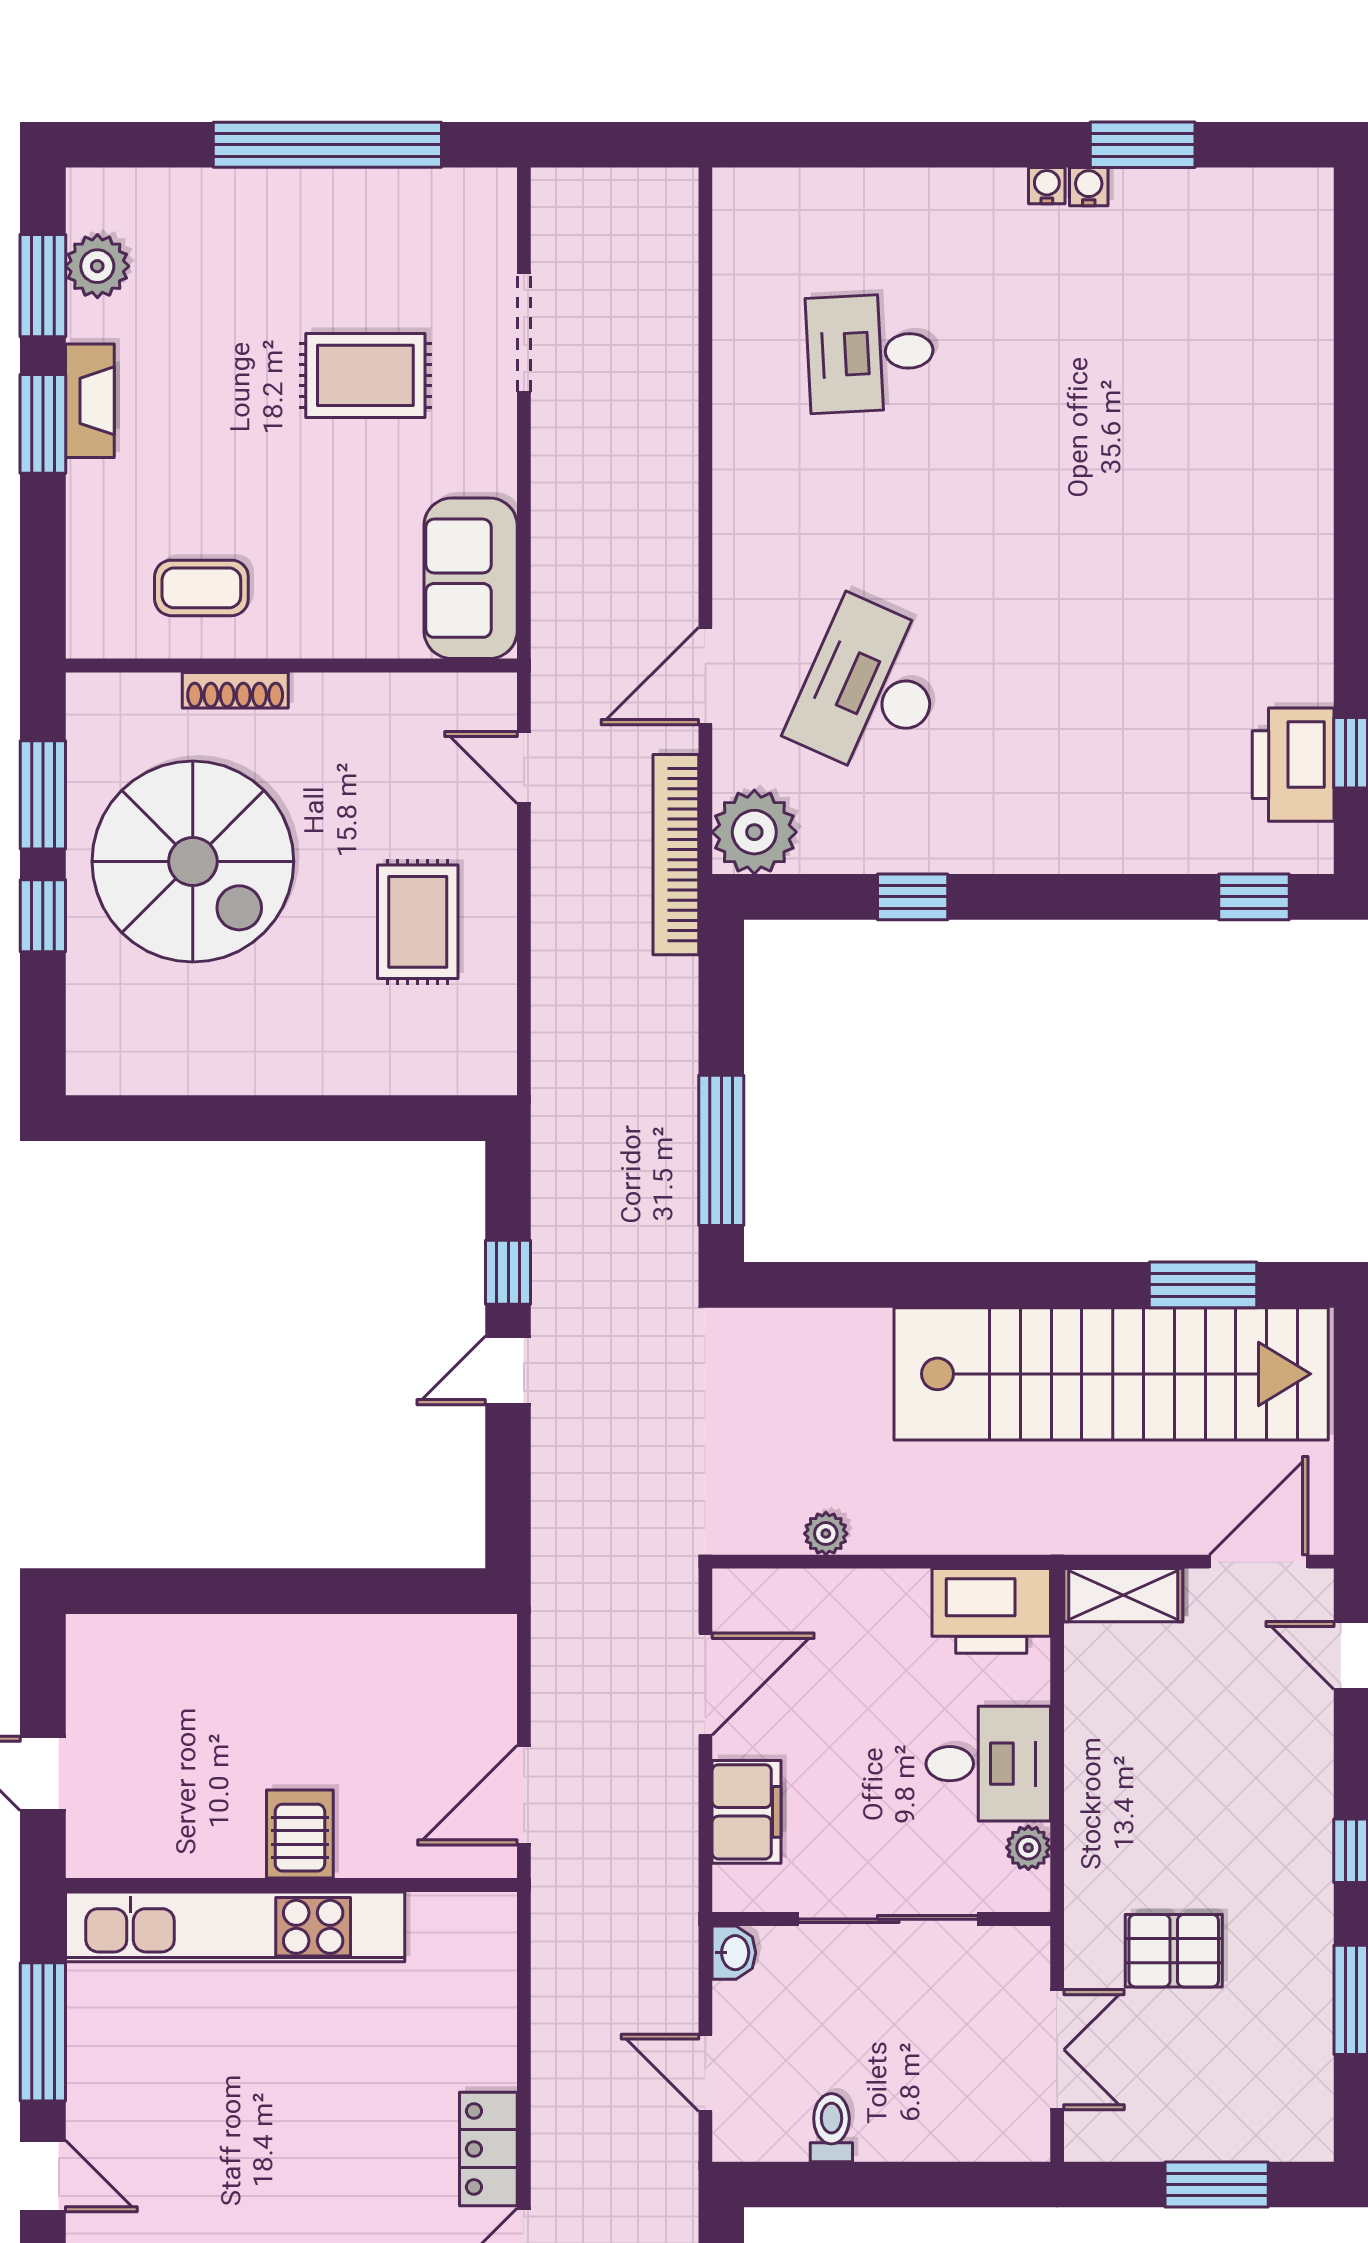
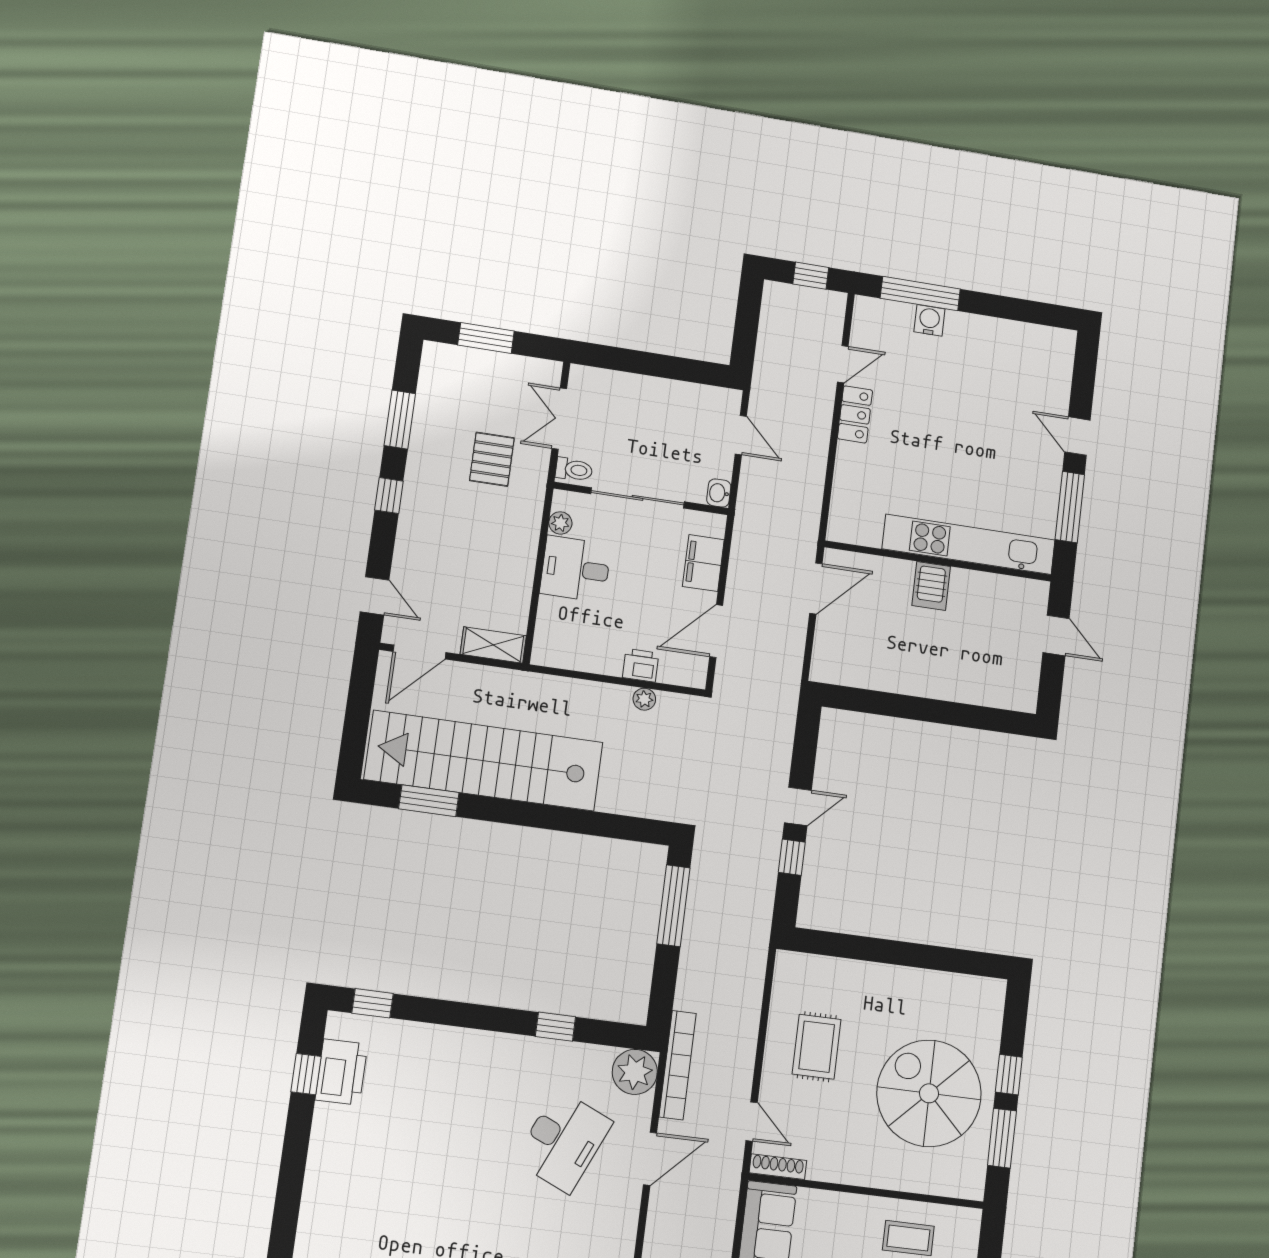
shoe rack: (235, 690) -> (778, 1167), moved
printer: (991, 1611) -> (641, 665), moved, width x0.53, depth x0.68
pallet: (1174, 1951) -> (492, 459), turned 90
toilet: (831, 2128) -> (574, 470), moved, turned -90

